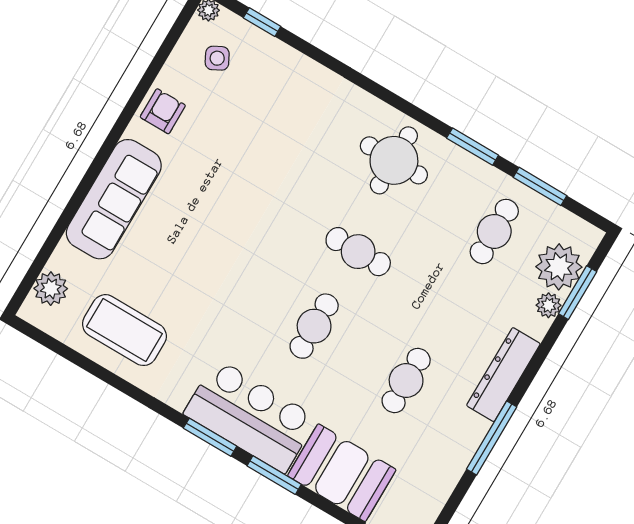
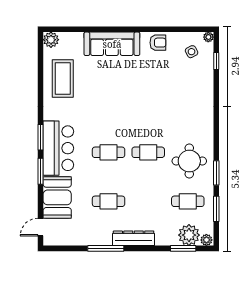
round table: (394, 160) -> (189, 161), moved
cafe table: (358, 252) -> (148, 152), turned 90
plant: (51, 289) -> (51, 40), moved
plant: (549, 305) -> (206, 240), moved

